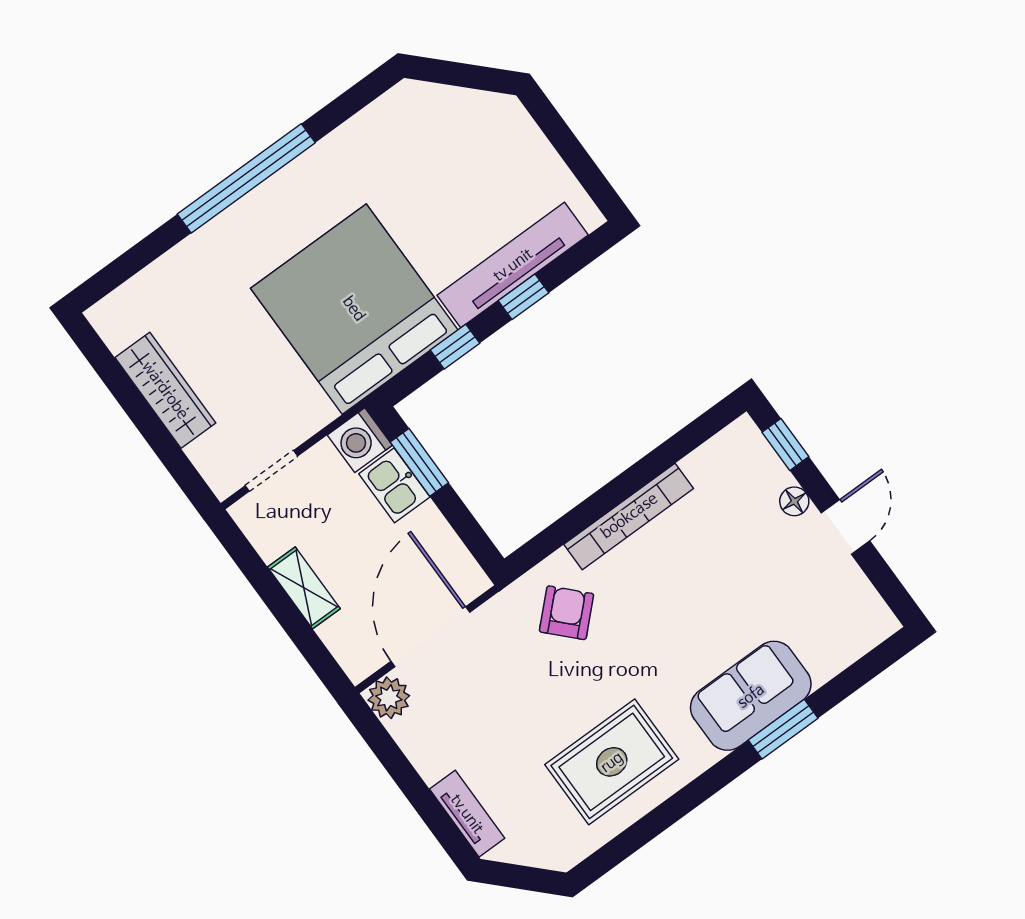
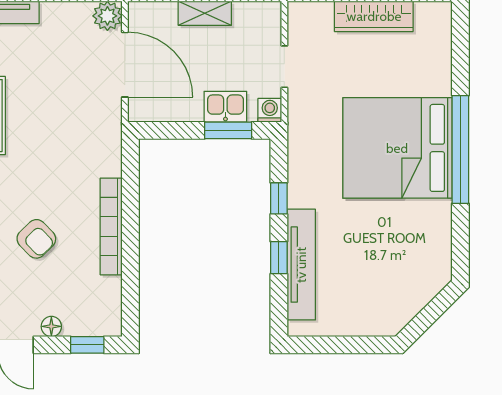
bed: (354, 309) -> (397, 148), moved, turned 180
washing machine: (360, 440) -> (270, 110), width x0.73, depth x0.73
doorway: (271, 471) -> (284, 67), moved
armchair: (566, 613) -> (36, 239), moved

